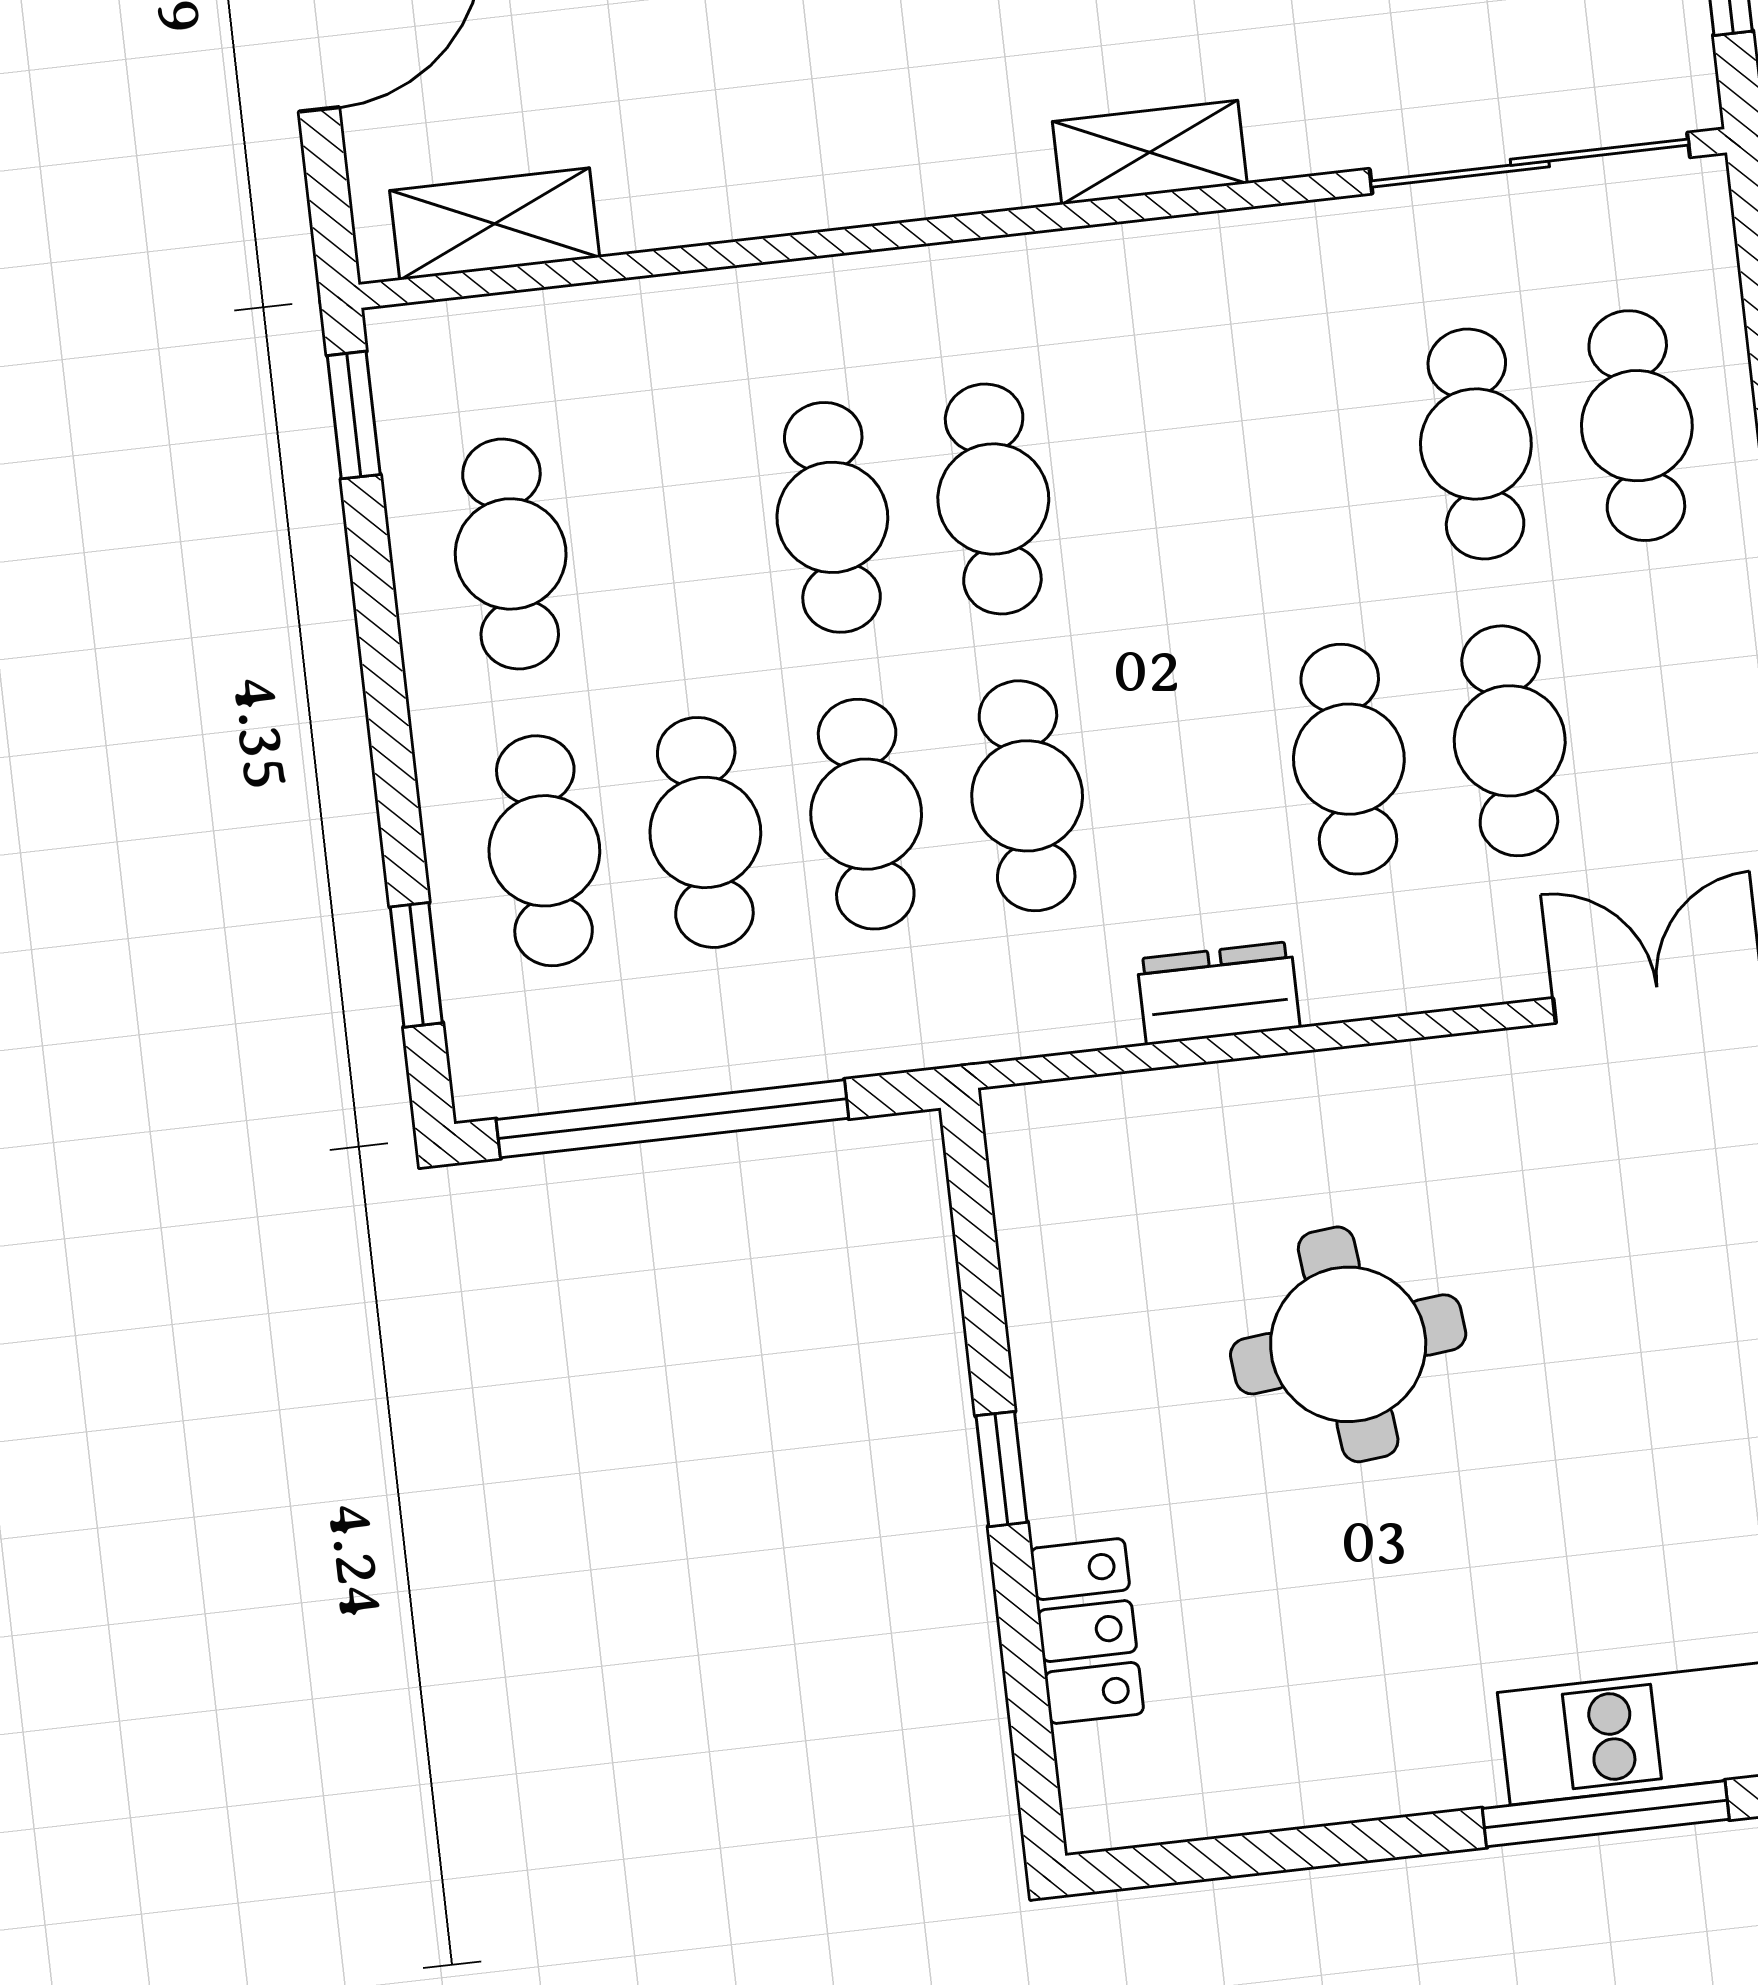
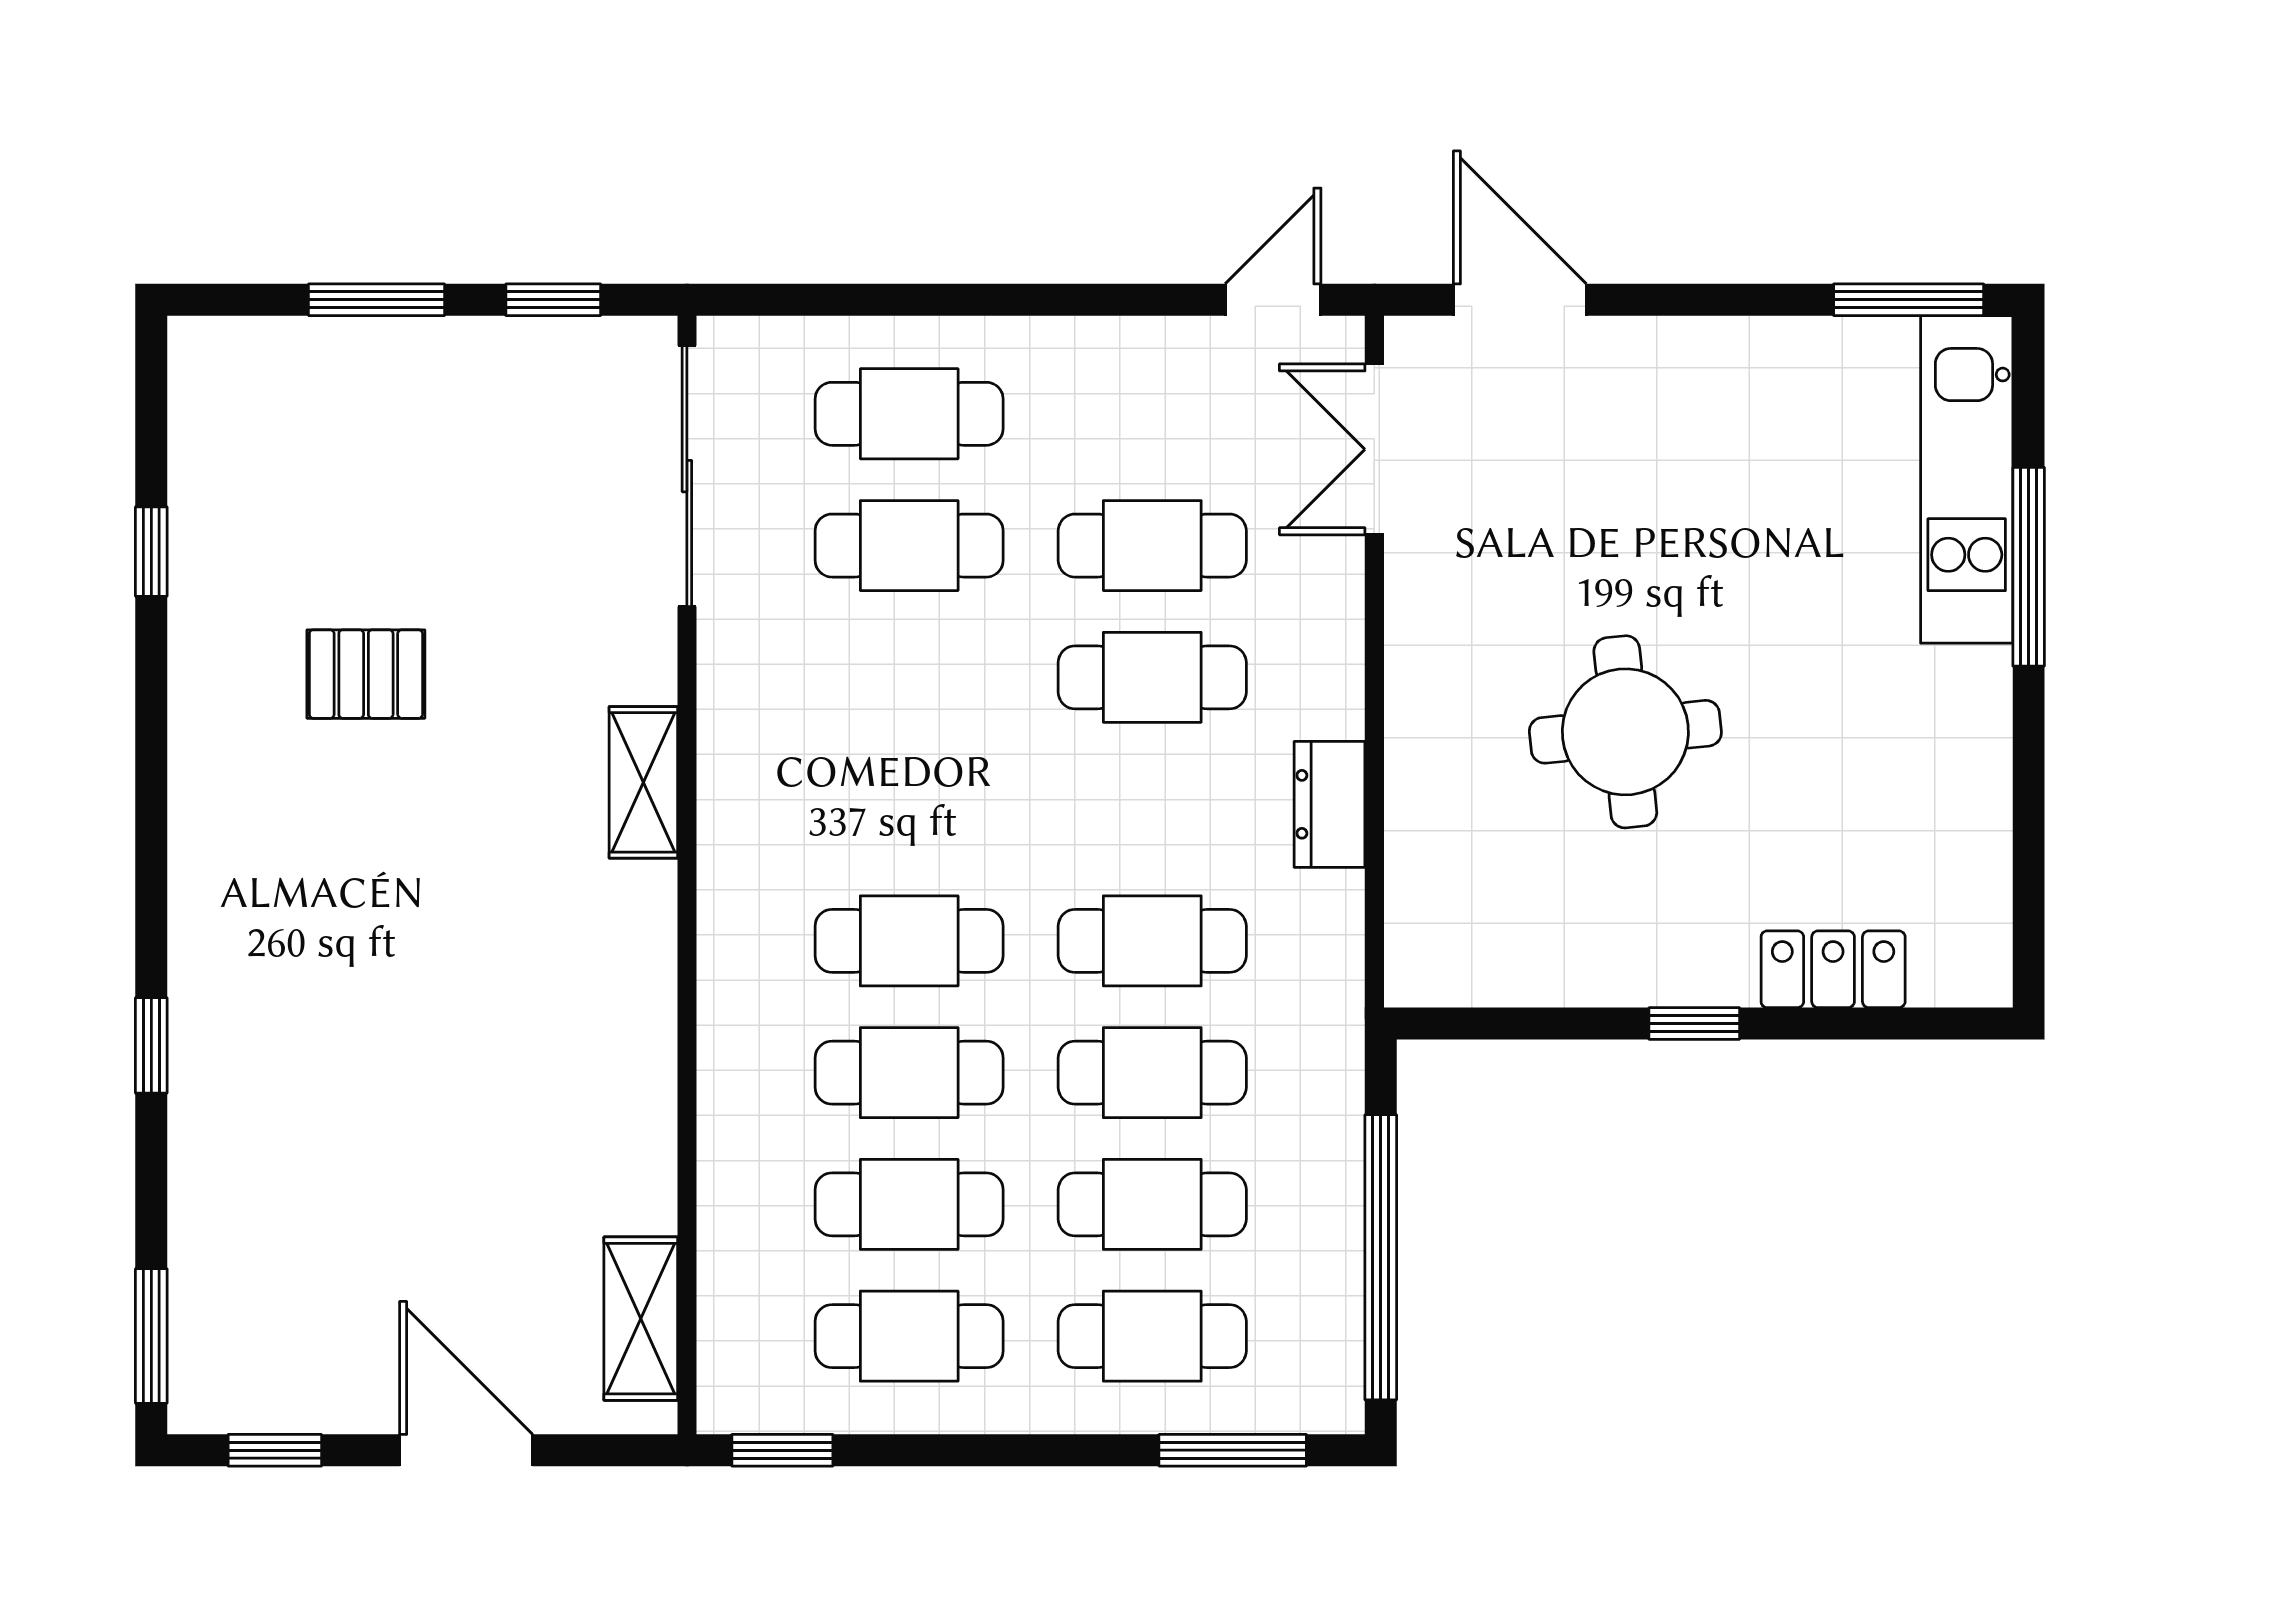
cafe table: (671, 536) -> (909, 1204), added
window: (416, 965) -> (1233, 1450), width x1.50

